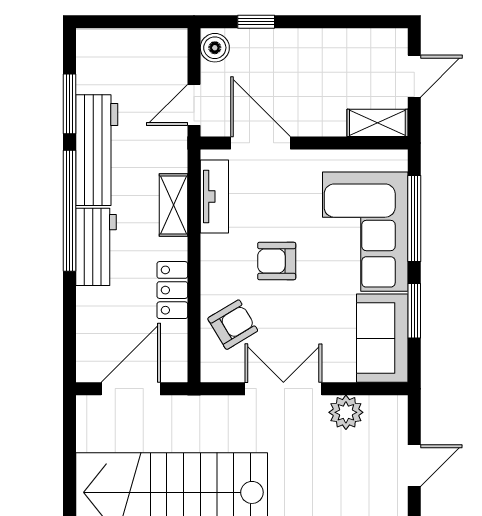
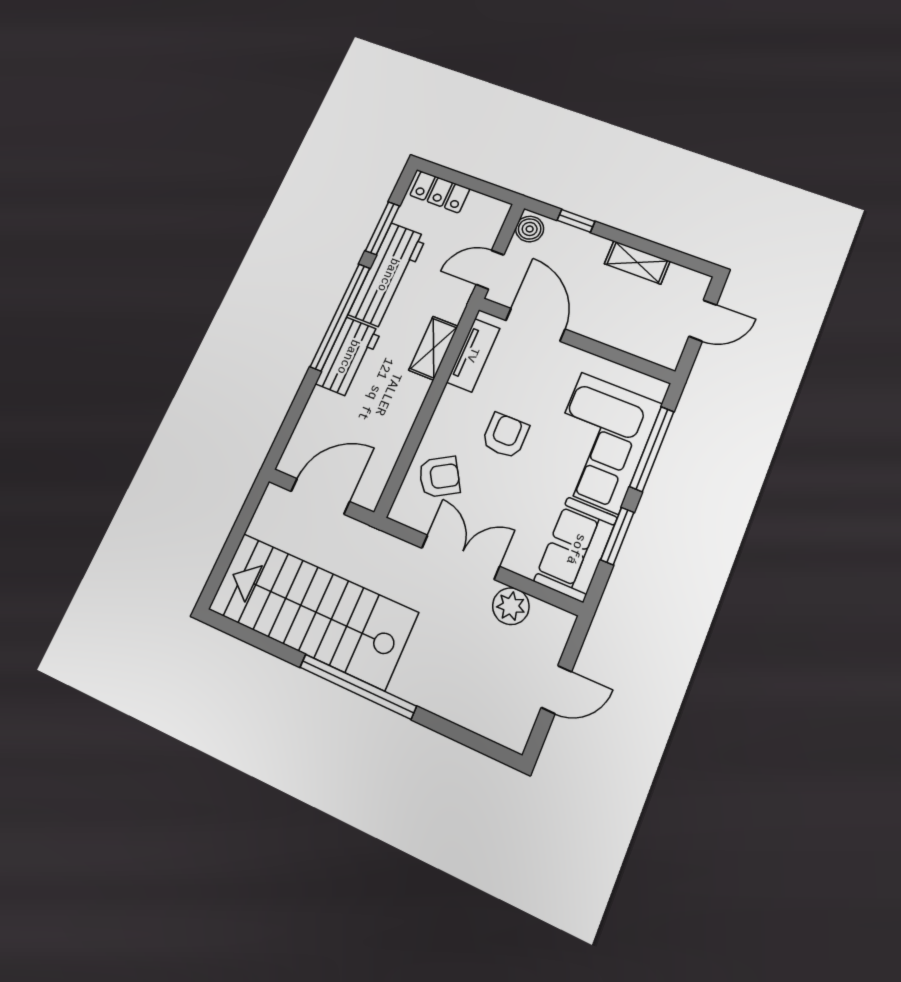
shelving: (377, 123) -> (637, 262), moved
armchair: (277, 261) -> (505, 435), turned 90
locker: (172, 290) -> (440, 192), moved, turned -90

